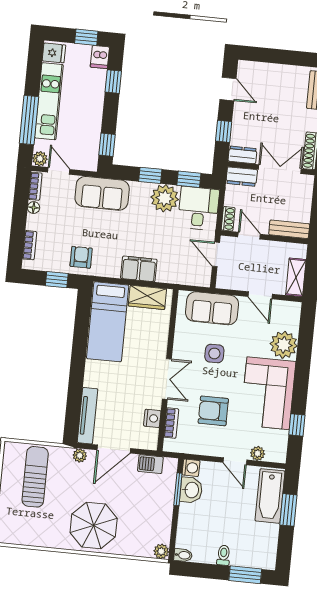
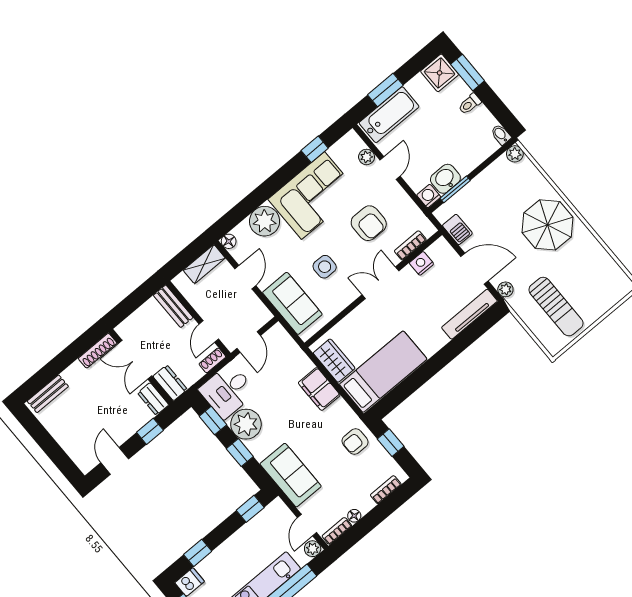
floor lamp: (294, 308) -> (229, 241), added
sun lounger: (35, 477) -> (556, 307), turned -90
shower: (264, 556) -> (440, 73), added

